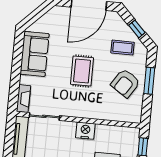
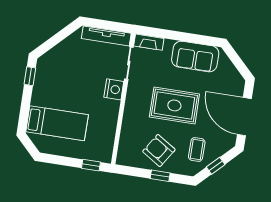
rug: (82, 71) -> (174, 105), width x1.36, depth x1.43
window: (149, 81) -> (160, 176), width x0.67
nightstand: (85, 131) -> (114, 89), moved

